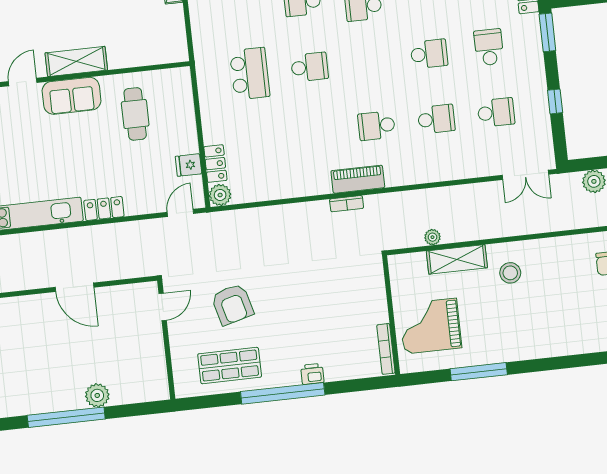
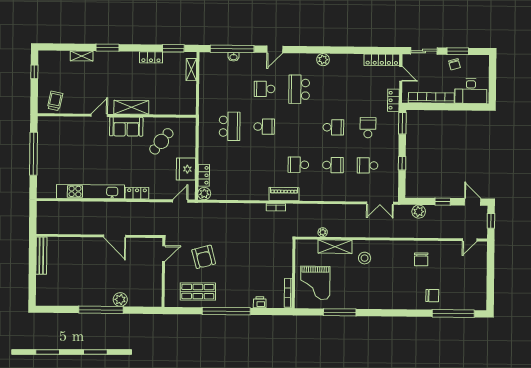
school desk: (496, 112) -> (368, 165), turned 180
cafe table: (135, 114) -> (161, 141), turned 39
fridge: (188, 165) -> (186, 169), width x1.88, depth x1.34
grand piano: (430, 326) -> (315, 283), turned -90
printer: (312, 374) -> (260, 302), moved

